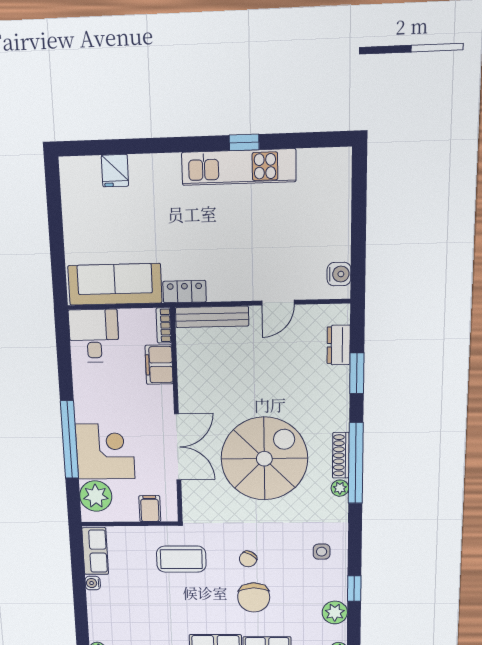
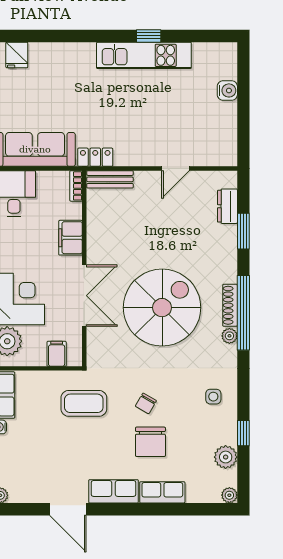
fridge: (115, 171) -> (17, 55), moved
water cooler: (339, 274) -> (227, 90), moved
bench: (212, 317) -> (110, 179), width x0.73
filing cabinet: (159, 365) -> (71, 238), moved

